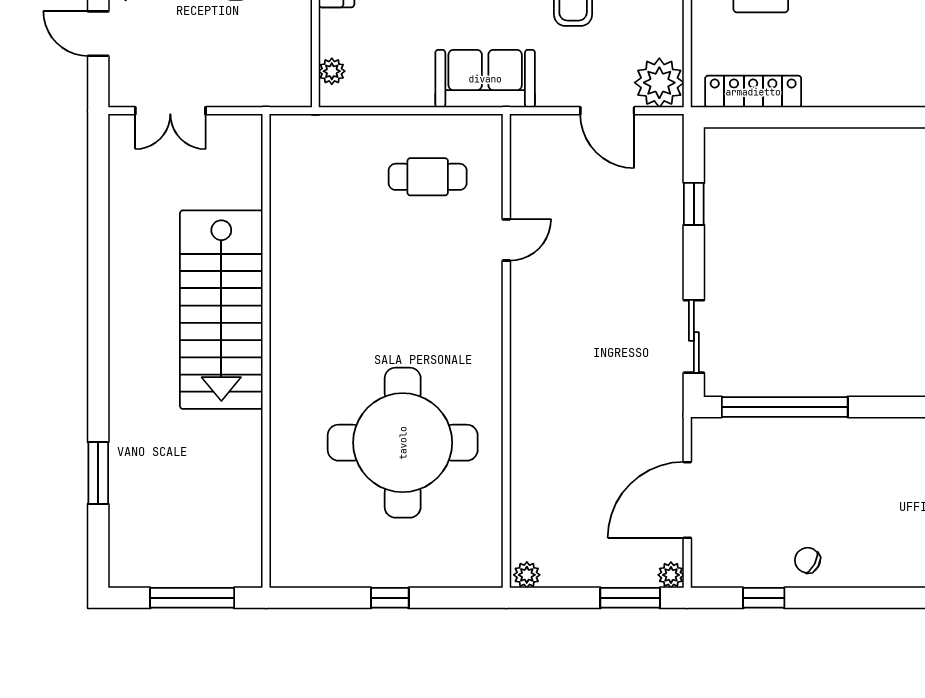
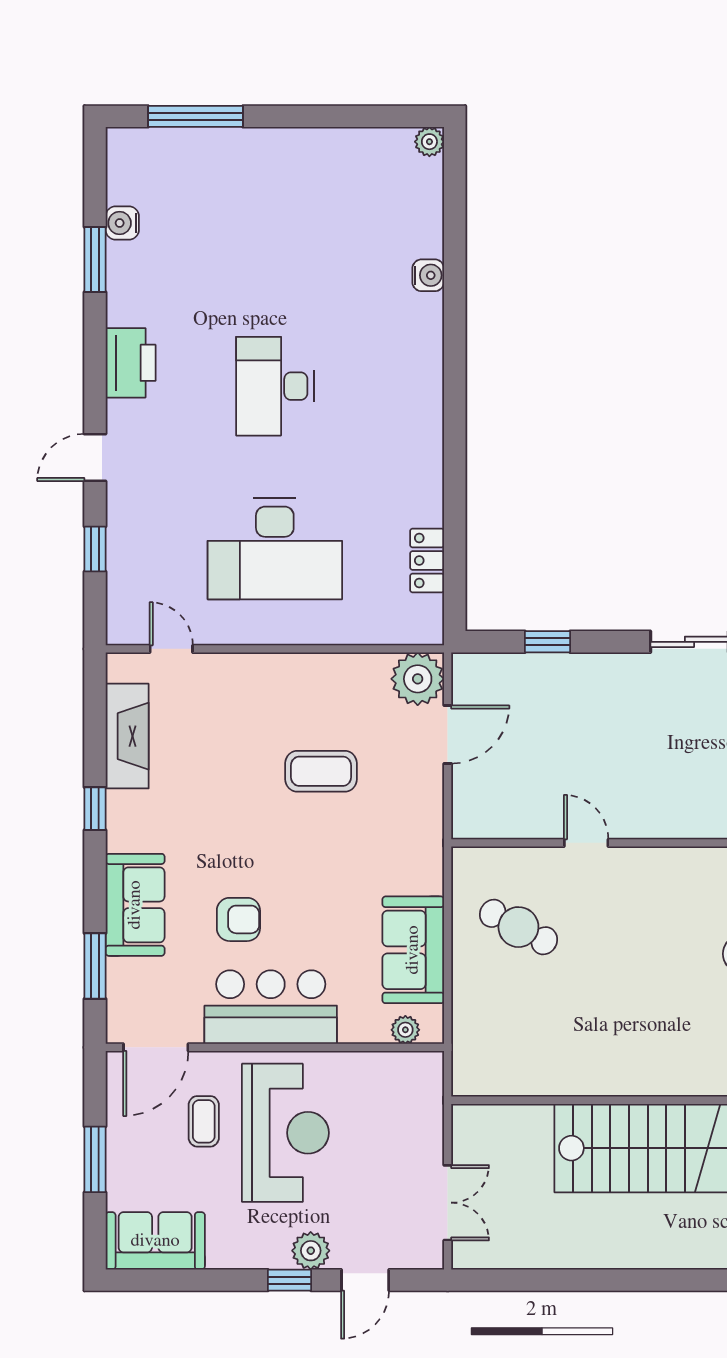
sofa: (485, 79) -> (413, 950), moved
locker: (753, 92) -> (427, 561), width x0.66
cafe table: (428, 177) -> (518, 927), turned -62

